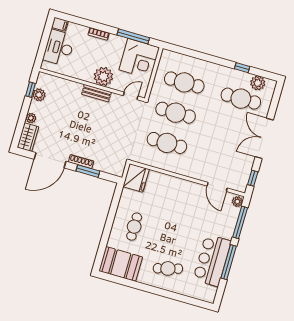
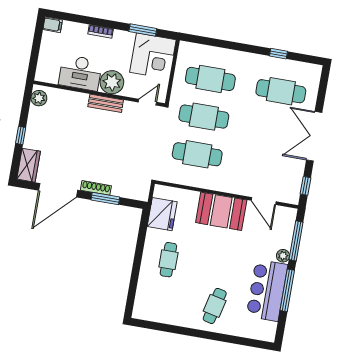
window: (133, 36) -> (143, 30), width x0.69
desk: (59, 48) -> (80, 73), moved, turned -90
plant: (258, 83) -> (299, 70), removed
window: (30, 90) -> (21, 135), moved
plant: (39, 95) -> (39, 98), moved
plant: (31, 118) -> (30, 142), removed
fridge: (136, 178) -> (162, 214), moved
plant: (237, 202) -> (283, 256), moved
booth: (121, 264) -> (221, 211), moved
cafe table: (168, 268) -> (215, 306), turned -62

